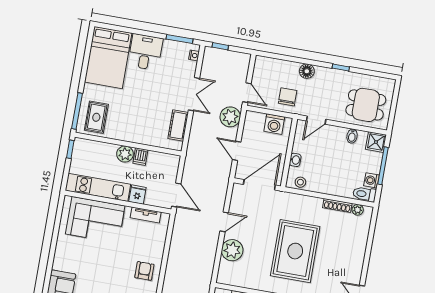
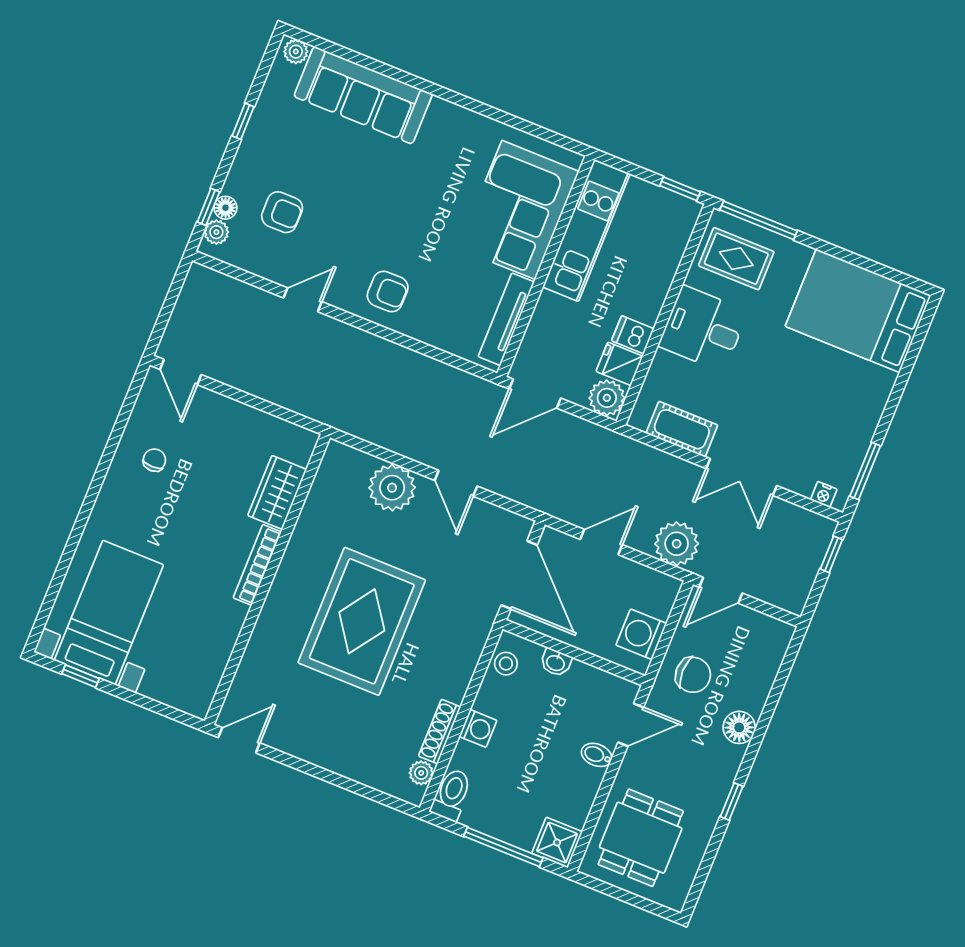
desk: (145, 52) -> (703, 329), moved, turned 180
door: (316, 120) -> (631, 725), swing flipped
bidet: (352, 136) -> (597, 755), moved
plant: (125, 154) -> (607, 398), moved
washing machine: (372, 180) -> (478, 728), moved, turned 90
fridge: (137, 195) -> (619, 364), moved, turned 180
tv unit: (146, 215) -> (506, 319), width x1.41
rug: (295, 251) -> (362, 621), turned 90

